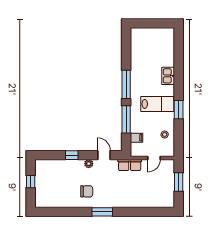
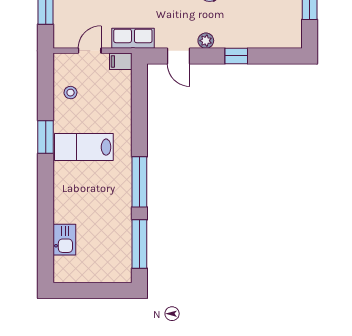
kitchen sink: (168, 76) -> (64, 240), moved
window: (126, 119) -> (139, 244), moved
filing cabinet: (137, 138) -> (121, 61), moved

